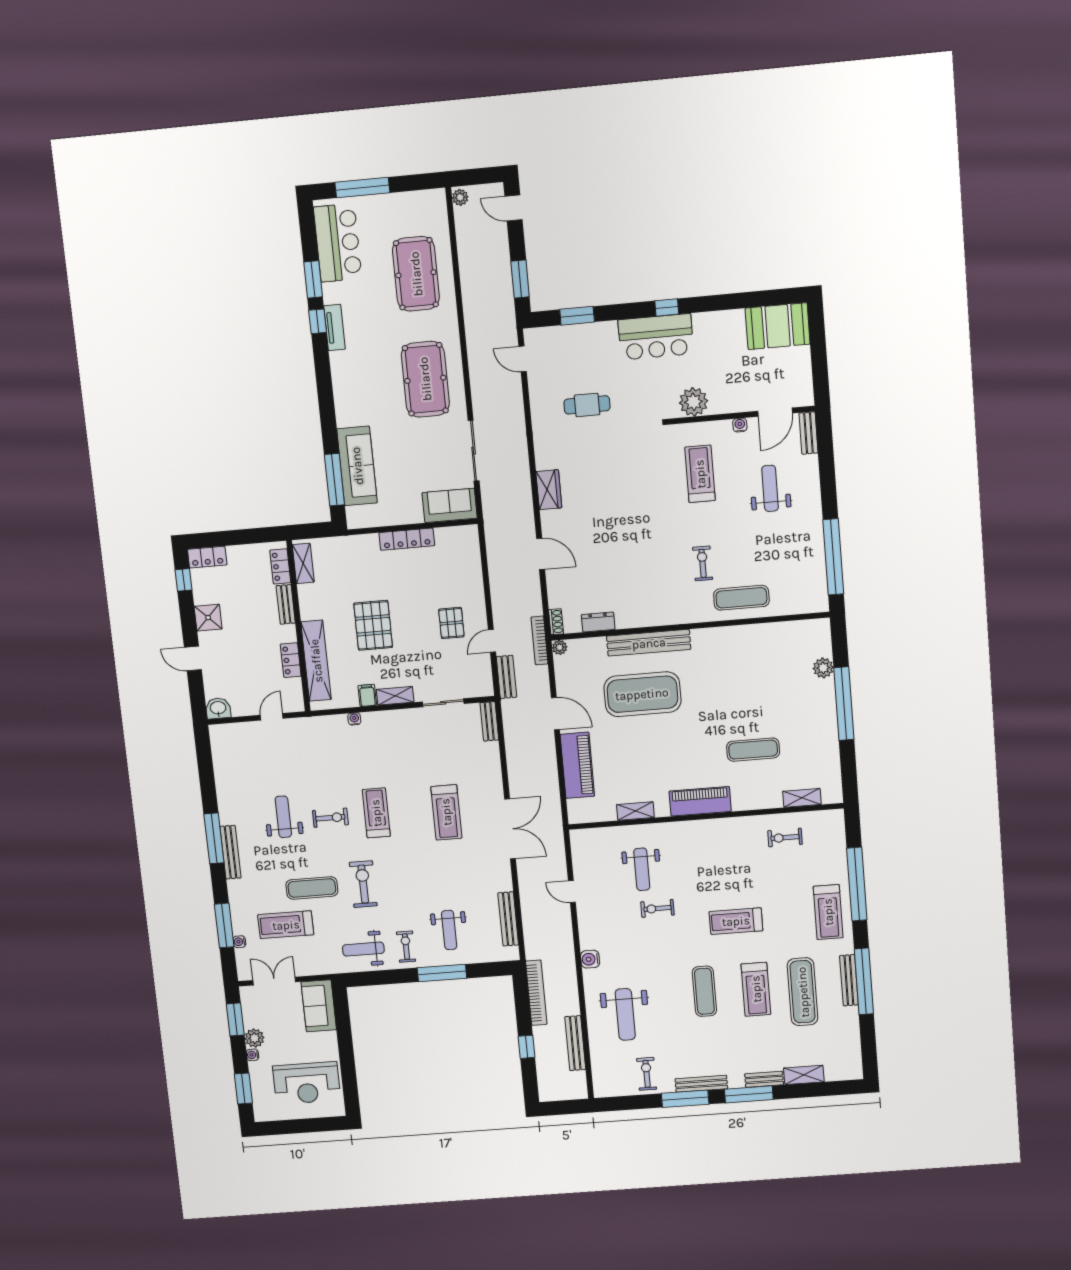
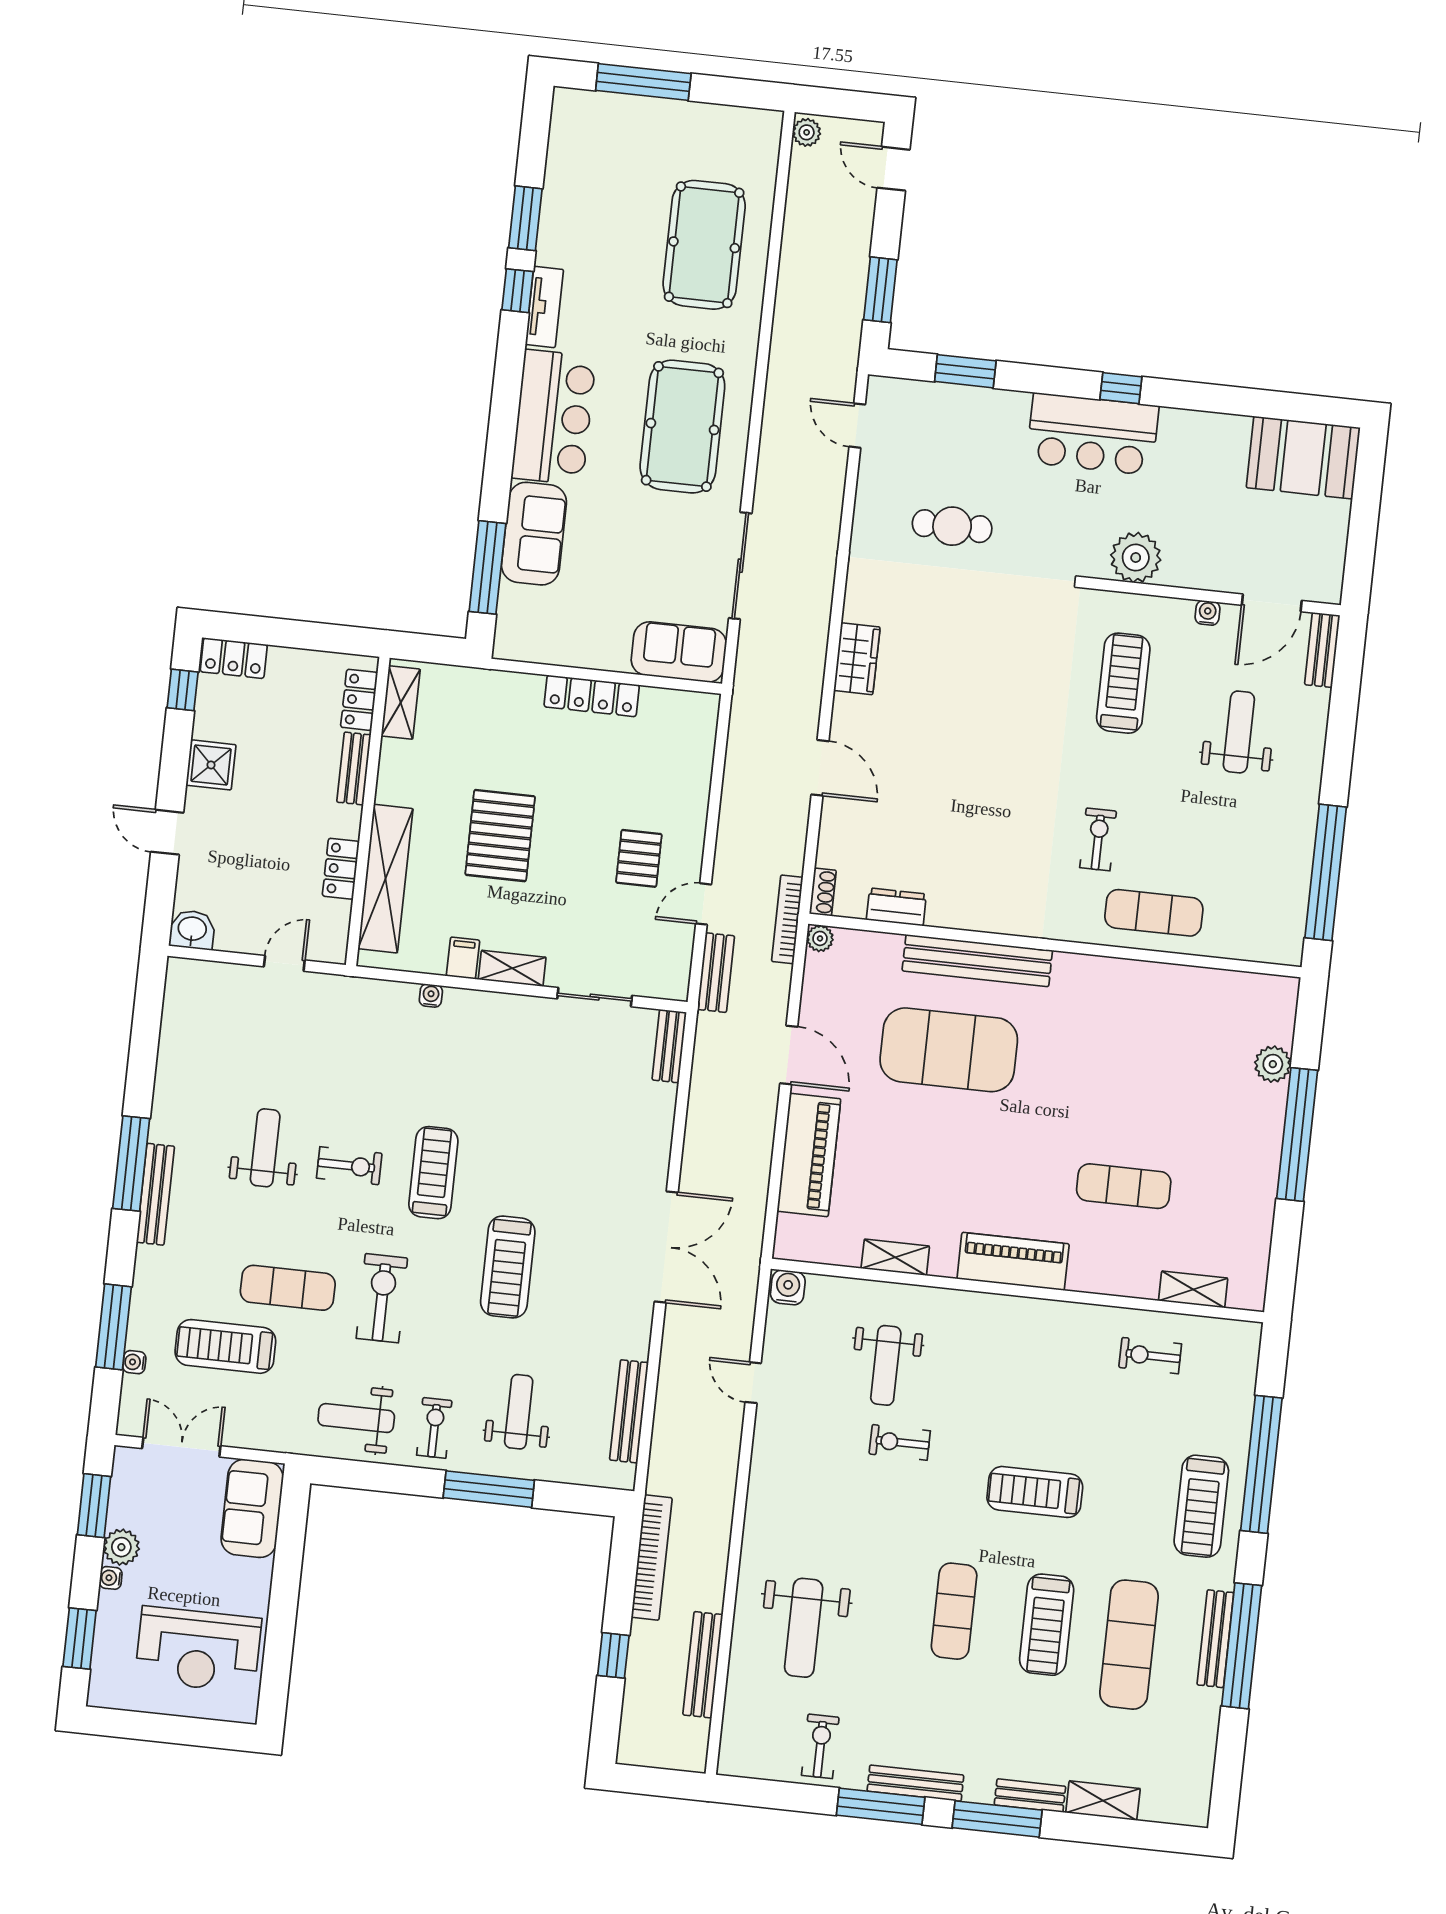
bar counter: (338, 243) -> (554, 417), moved
sofa: (357, 466) -> (534, 534), width x0.73
treadmill: (446, 812) -> (508, 1267), moved
weight bench: (449, 930) -> (519, 1412), turned 180
water cooler: (590, 959) -> (788, 1287), moved, turned 90

